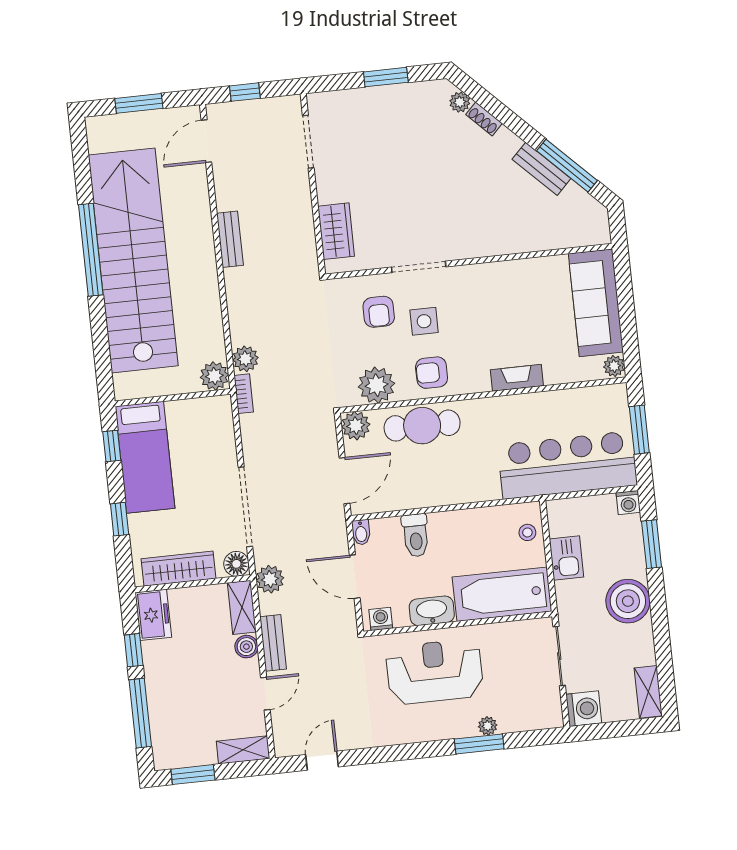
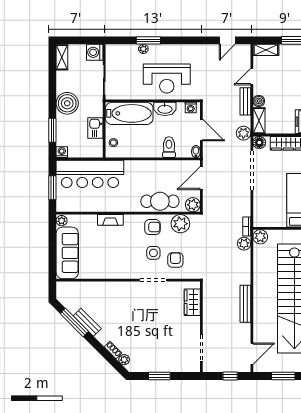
bench: (230, 239) -> (245, 304), width x1.36

